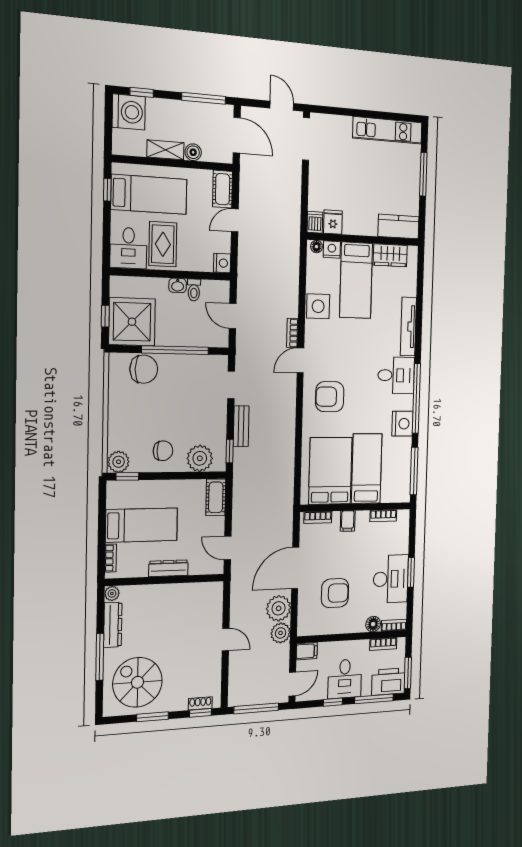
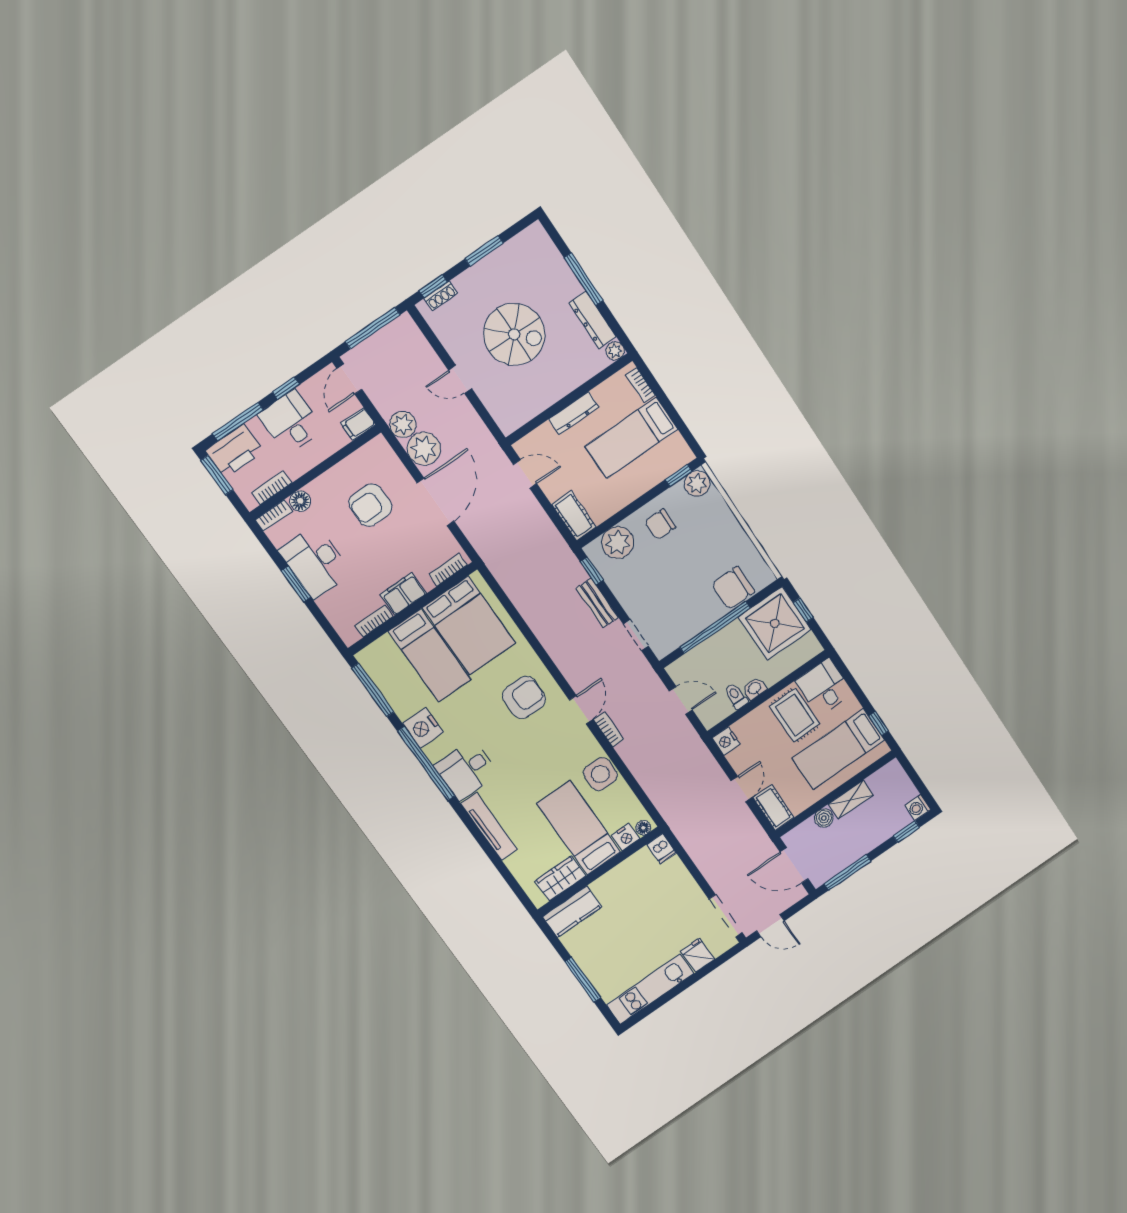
washing machine: (129, 112) -> (918, 808), width x0.53, depth x0.53
fridge: (333, 222) -> (697, 955), moved, turned 180
filing cabinet: (348, 521) -> (403, 594), width x2.00
spiral stairs: (137, 682) -> (514, 334), moved

